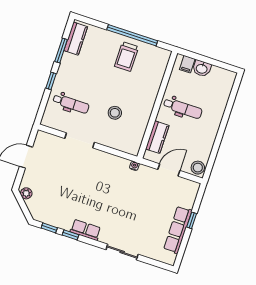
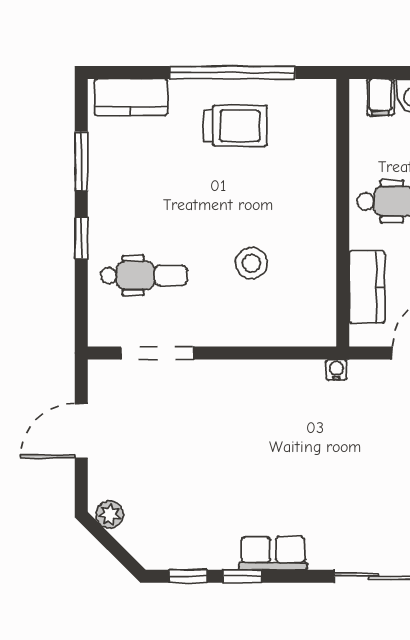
kitchen counter: (76, 39) -> (131, 97), moved, turned 90
trolley: (126, 57) -> (236, 126), turned -90
doorway: (80, 140) -> (157, 353), moved

